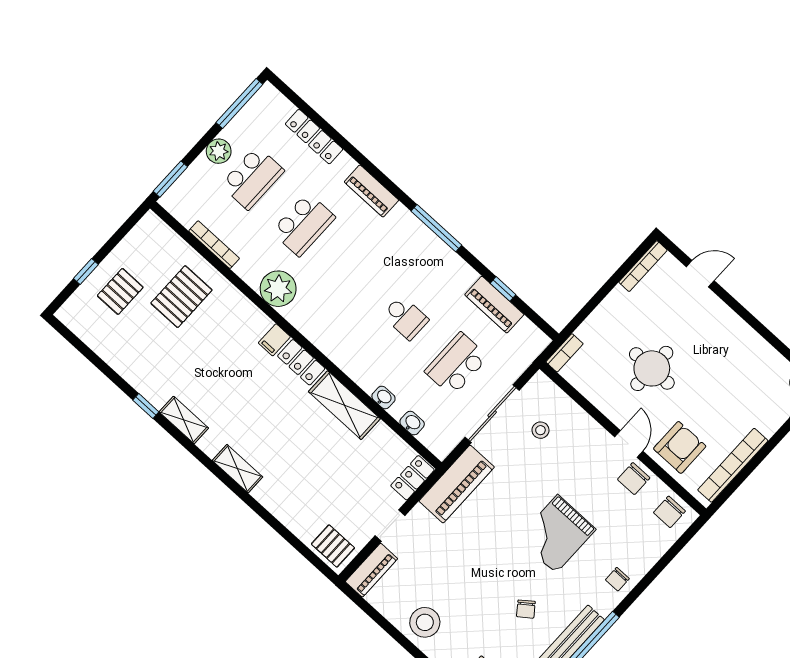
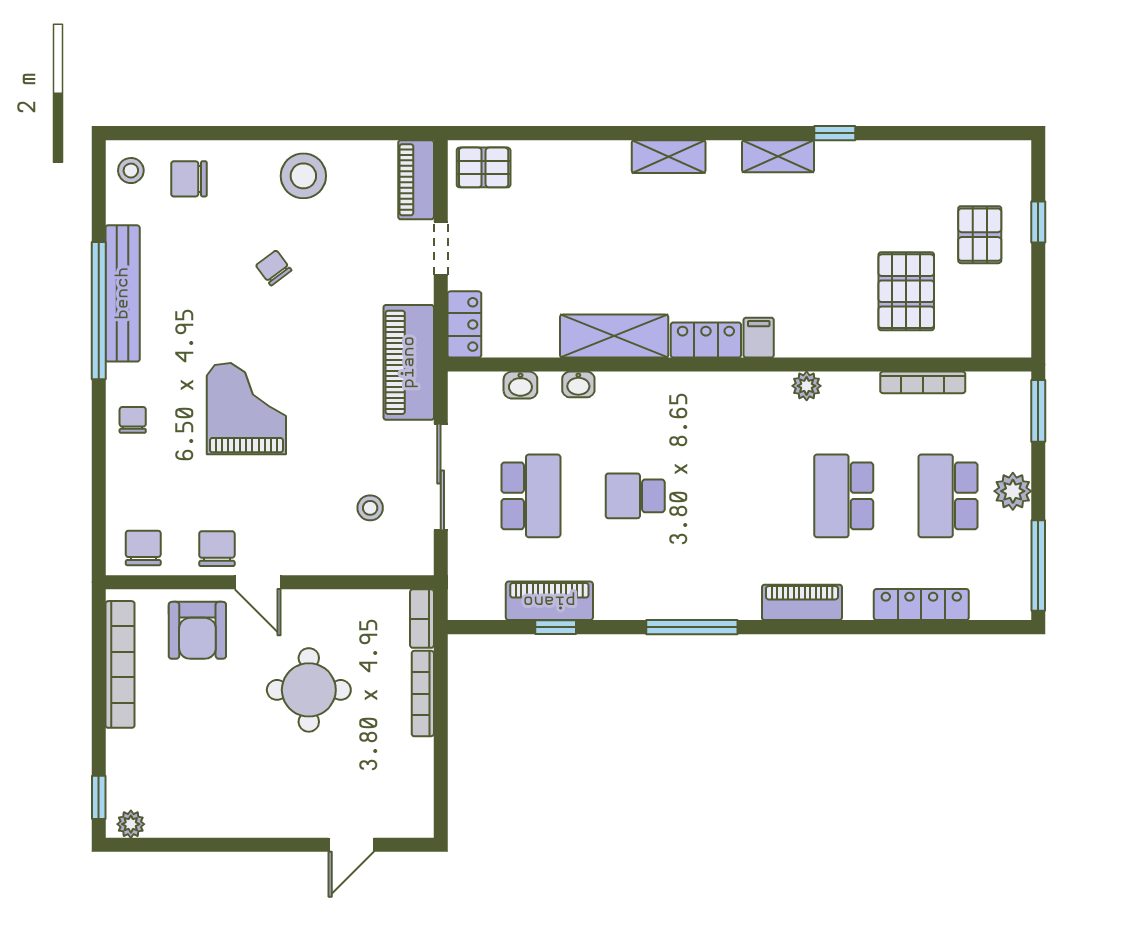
bookcase: (643, 266) -> (423, 694), moved
plant: (278, 289) -> (807, 386), width x0.53, depth x0.53
chair: (526, 609) -> (274, 268), moved

